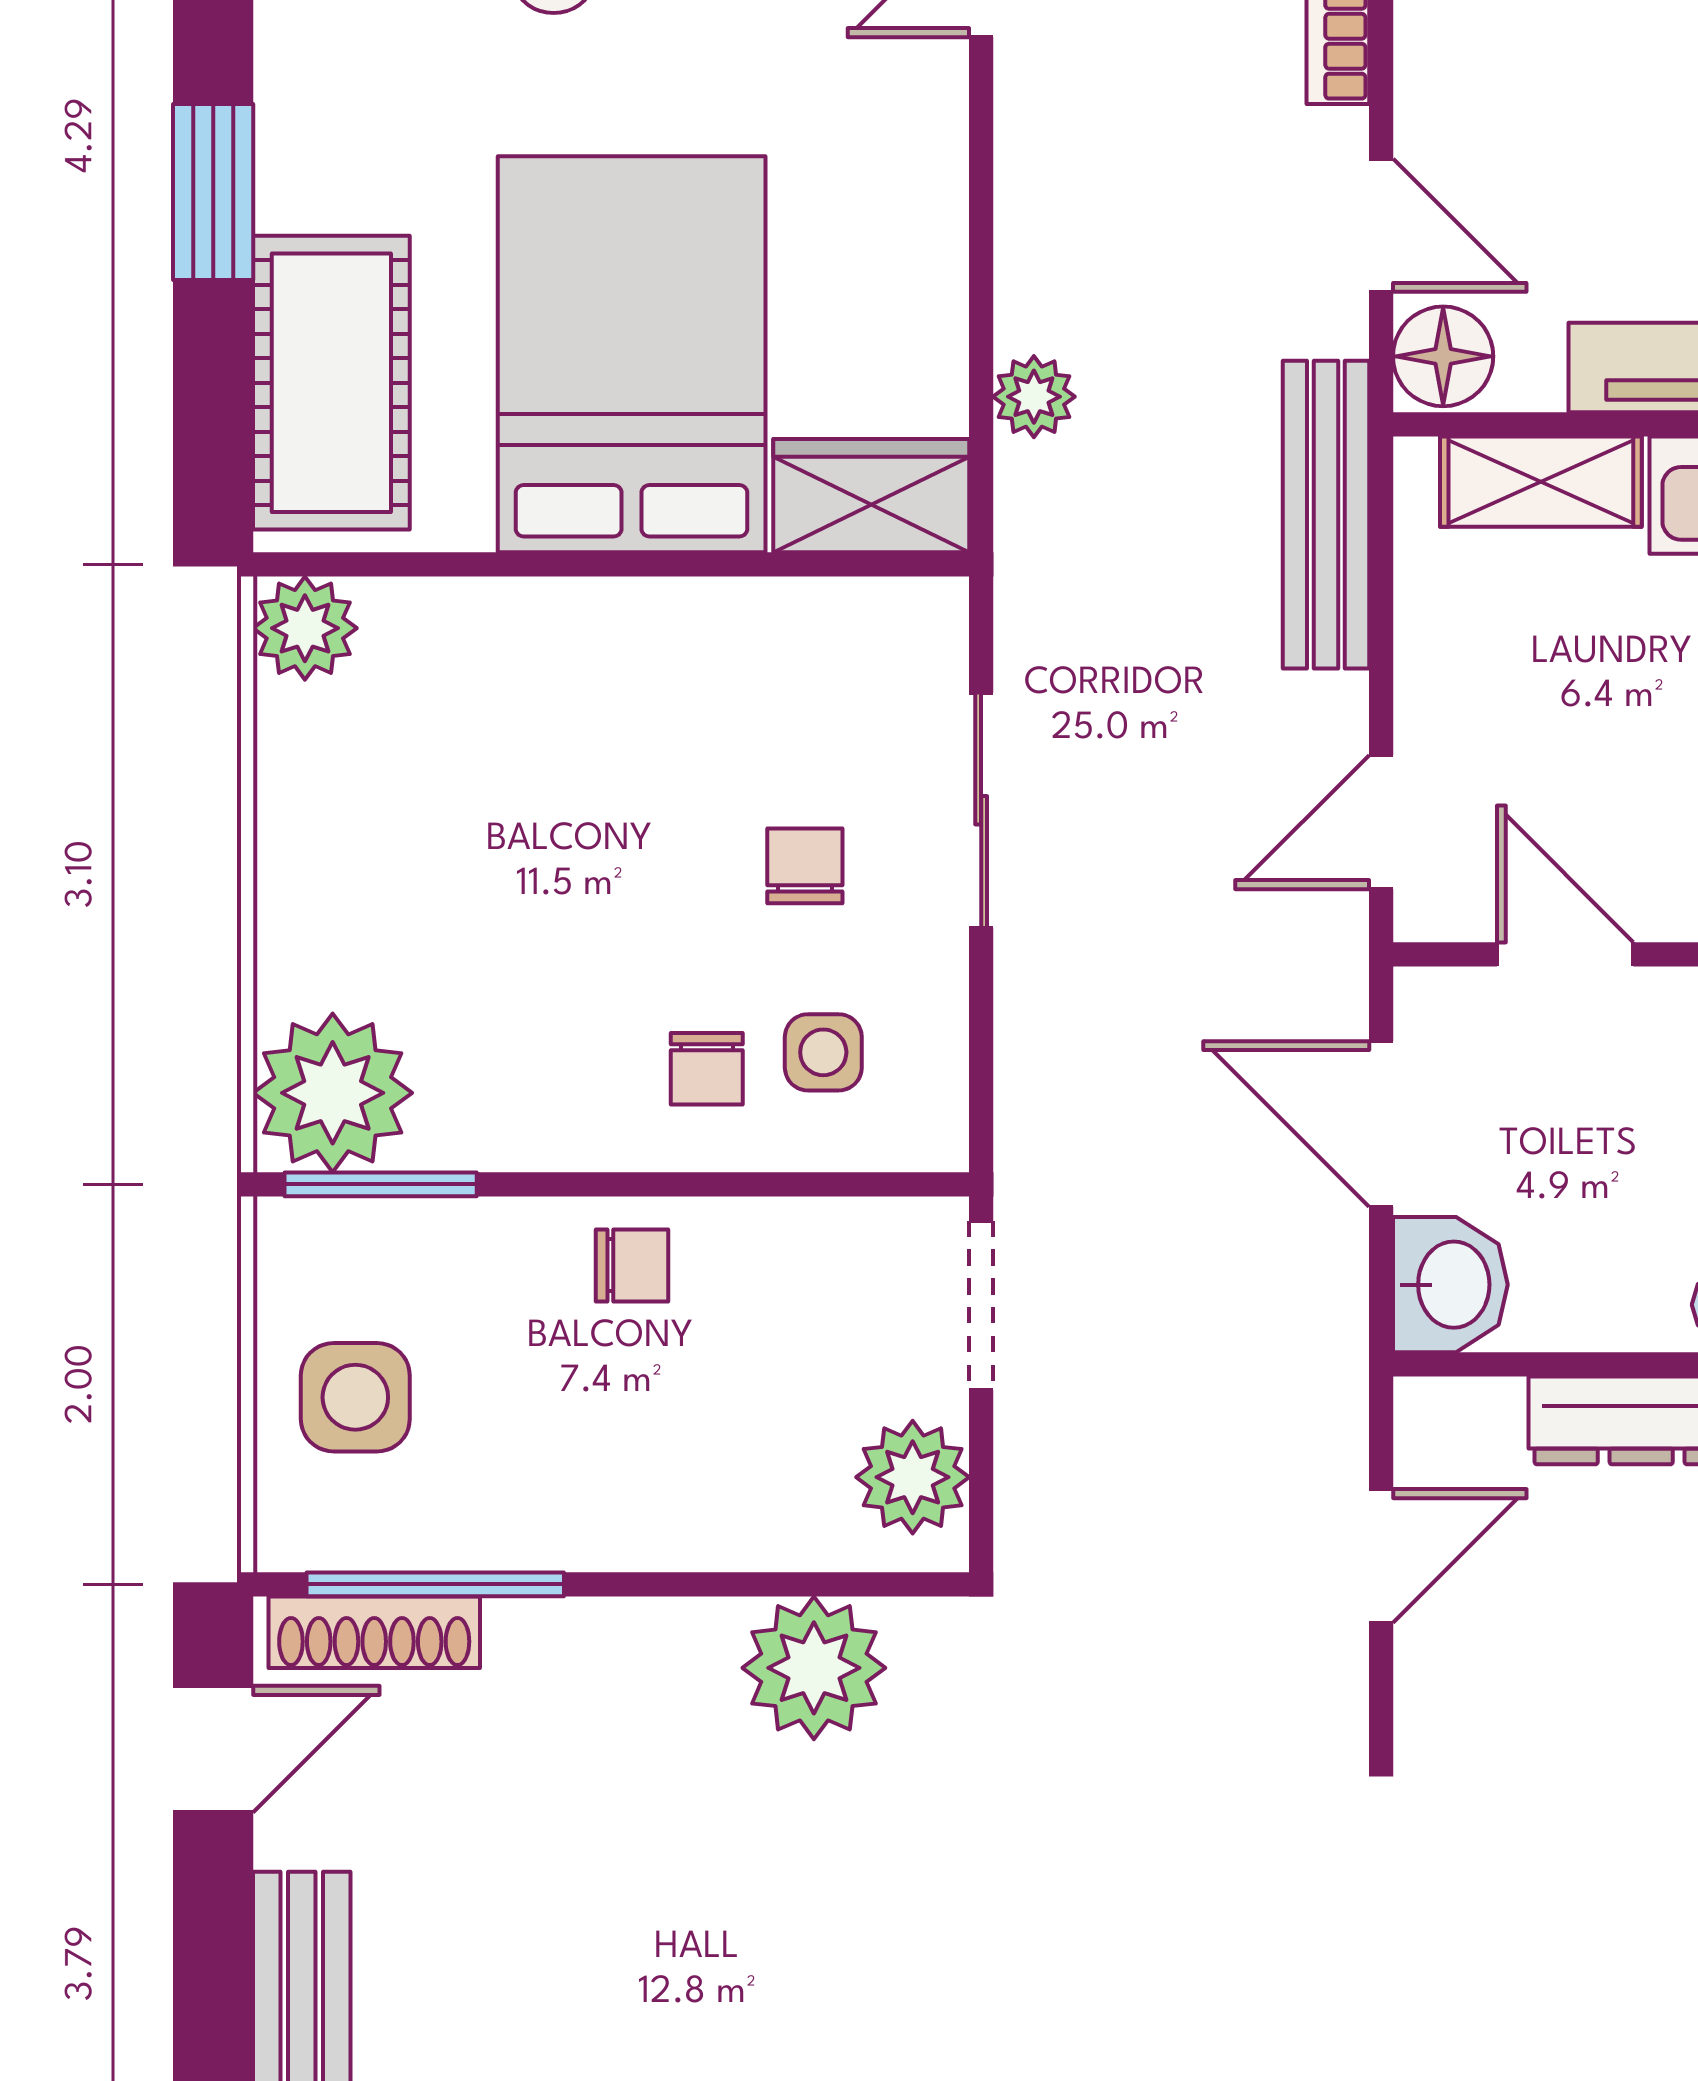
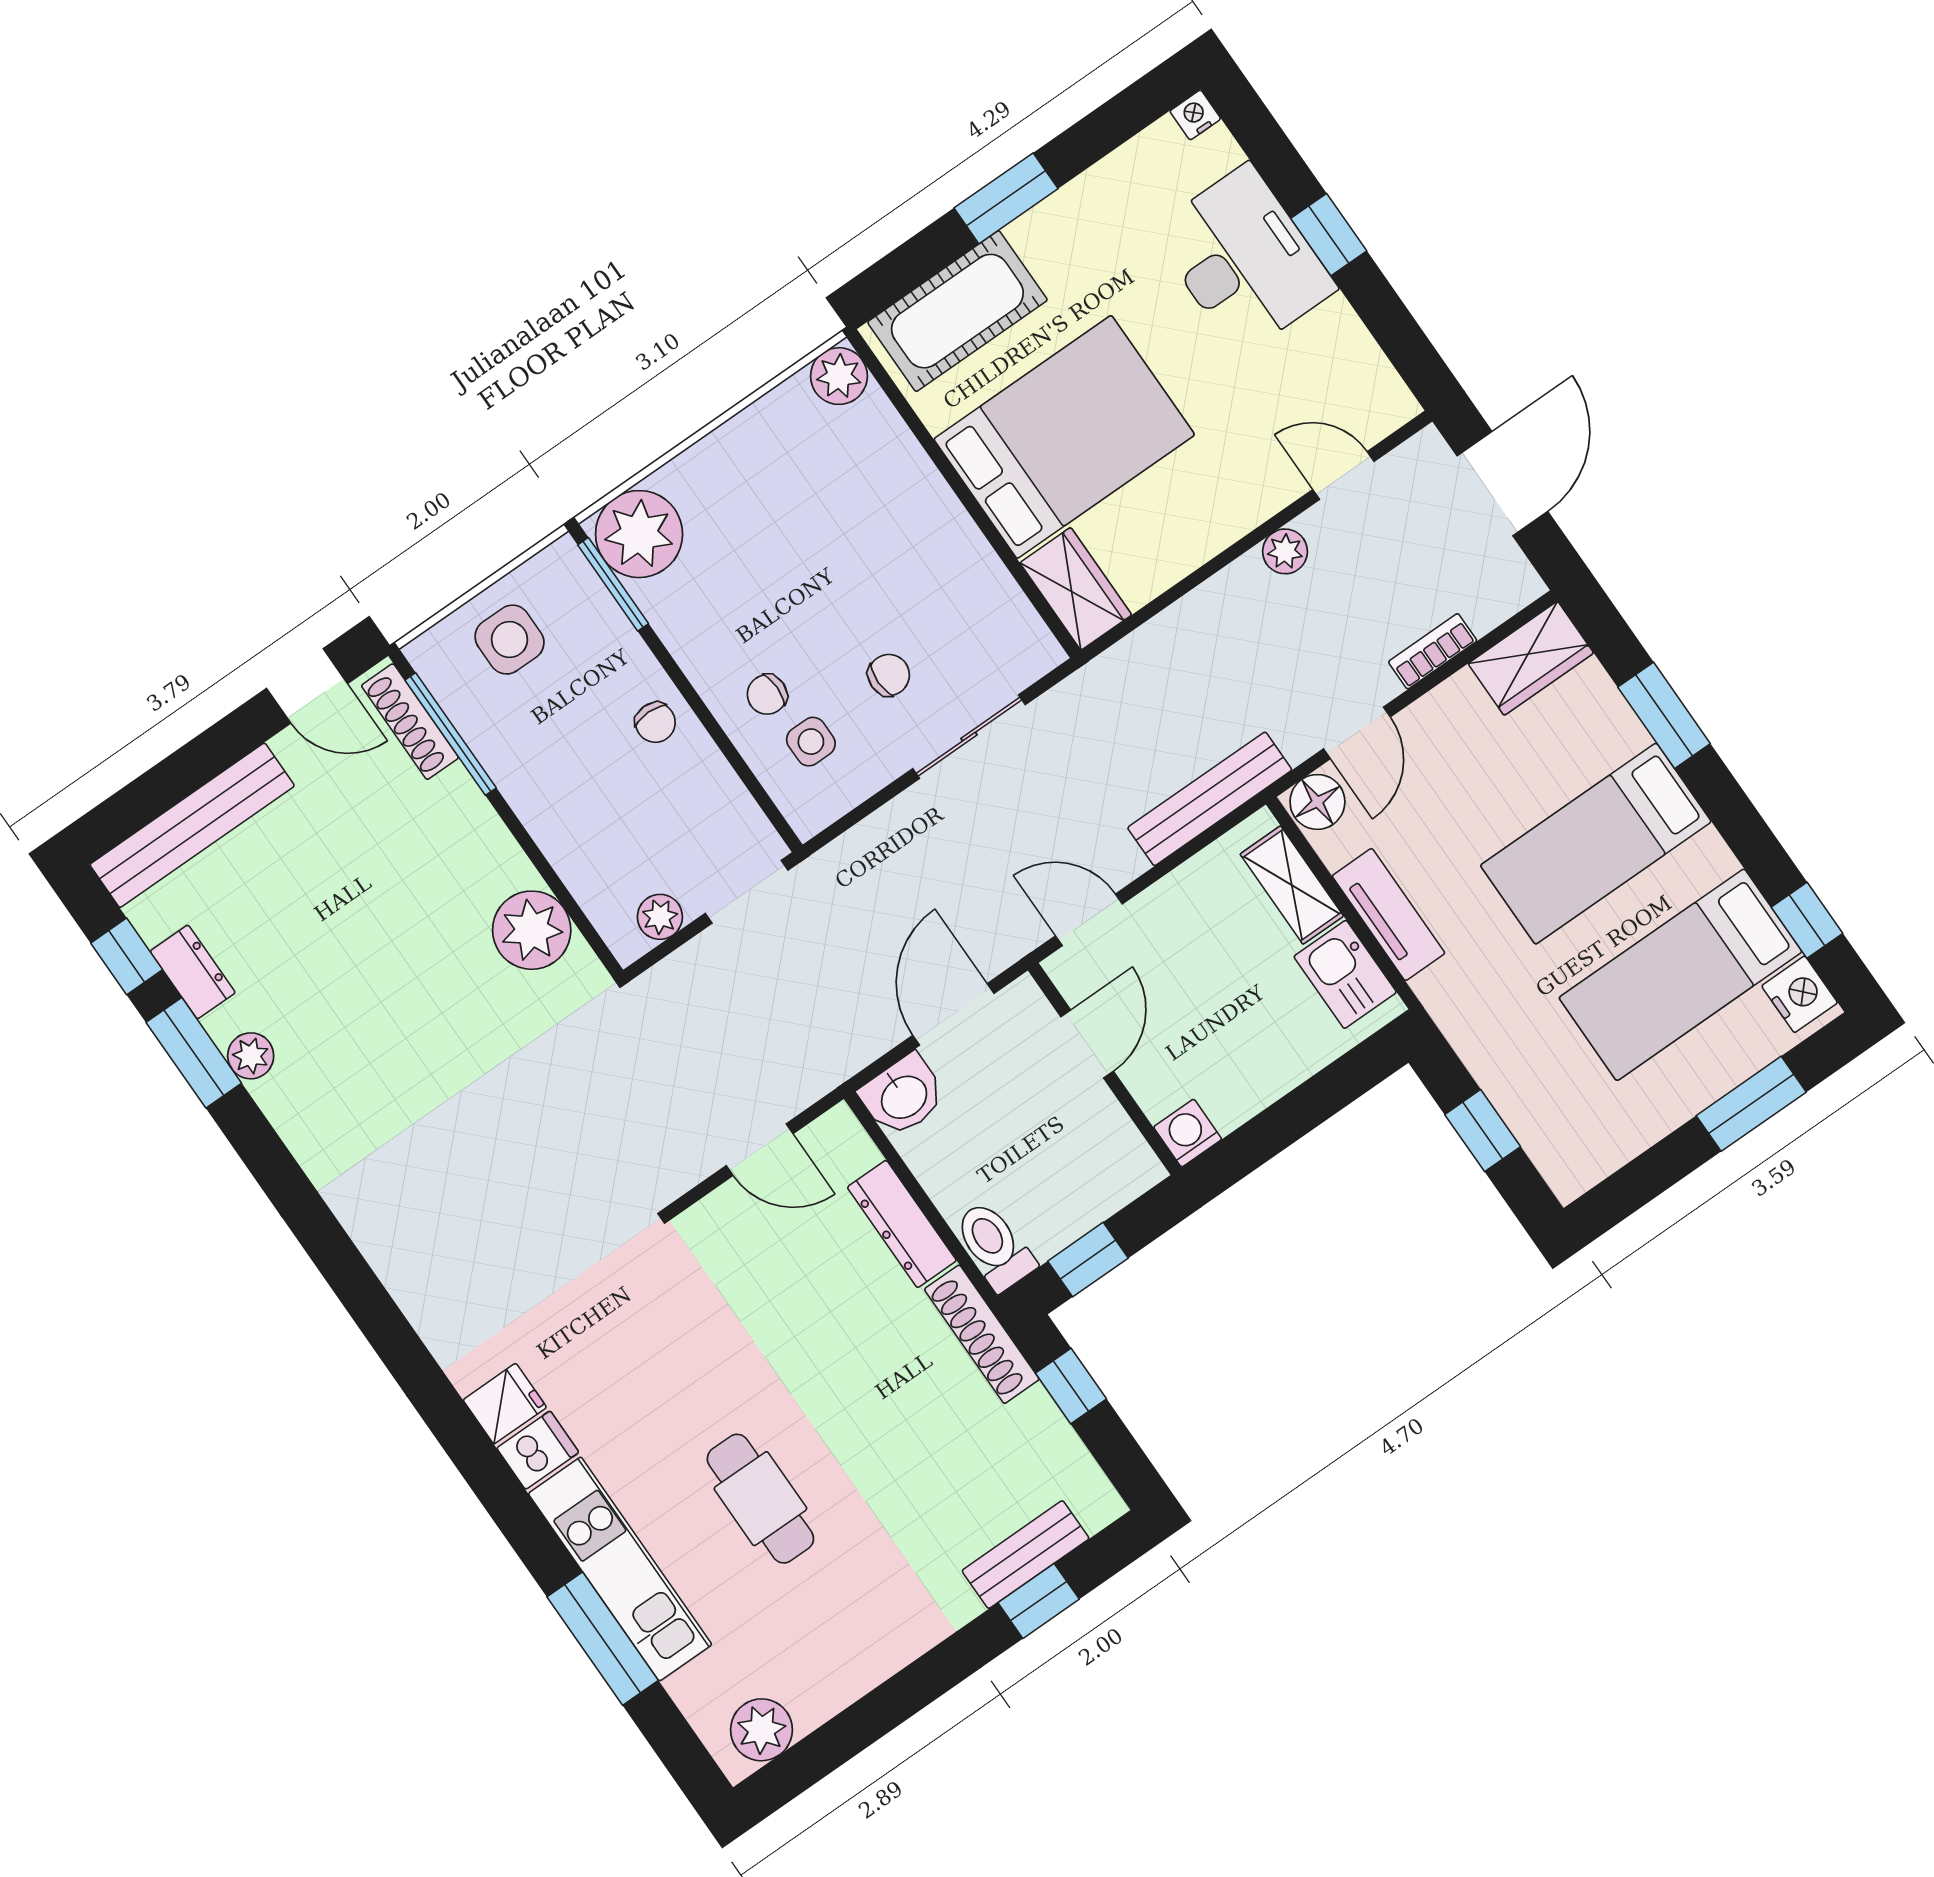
plant: (1034, 397) -> (1285, 551), moved
plant: (913, 1477) -> (660, 917), width x0.73, depth x0.73

